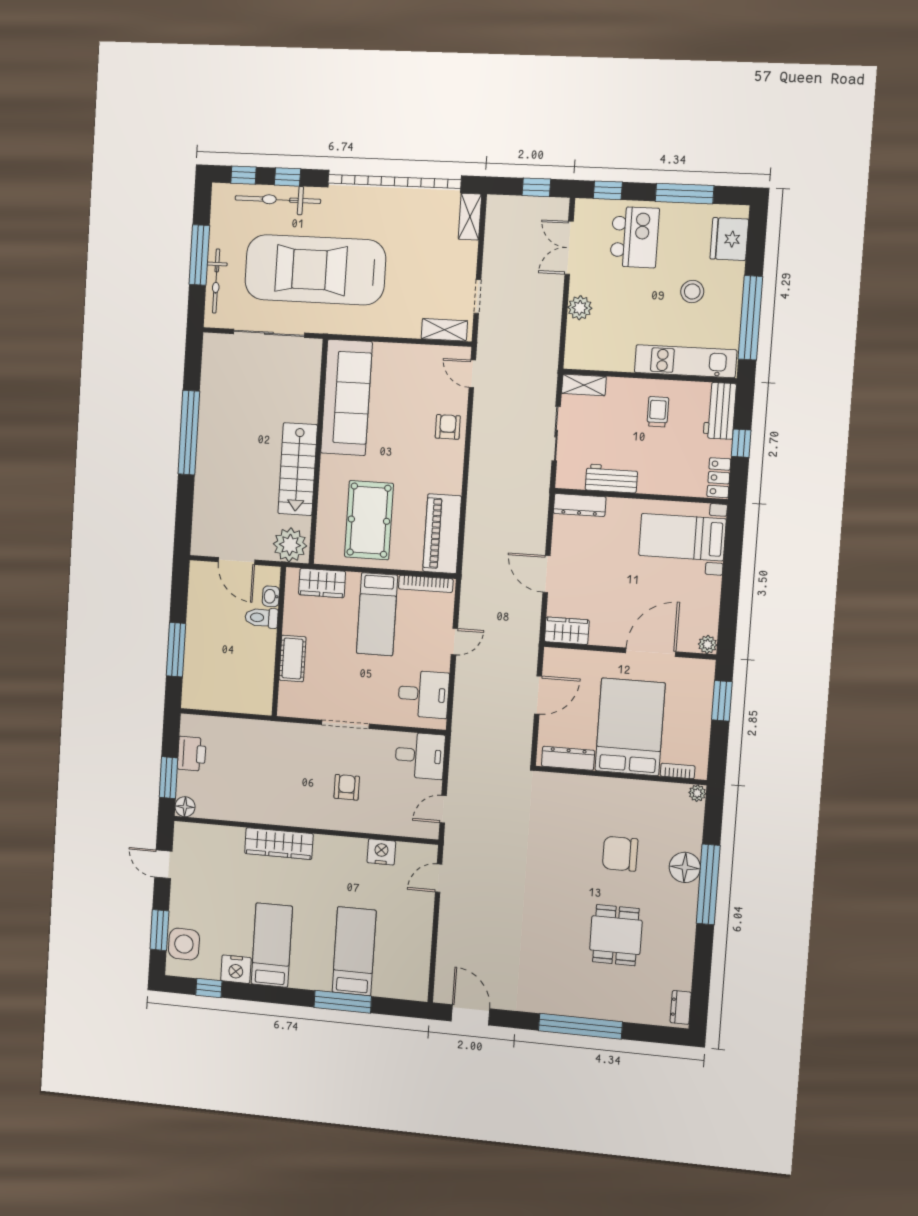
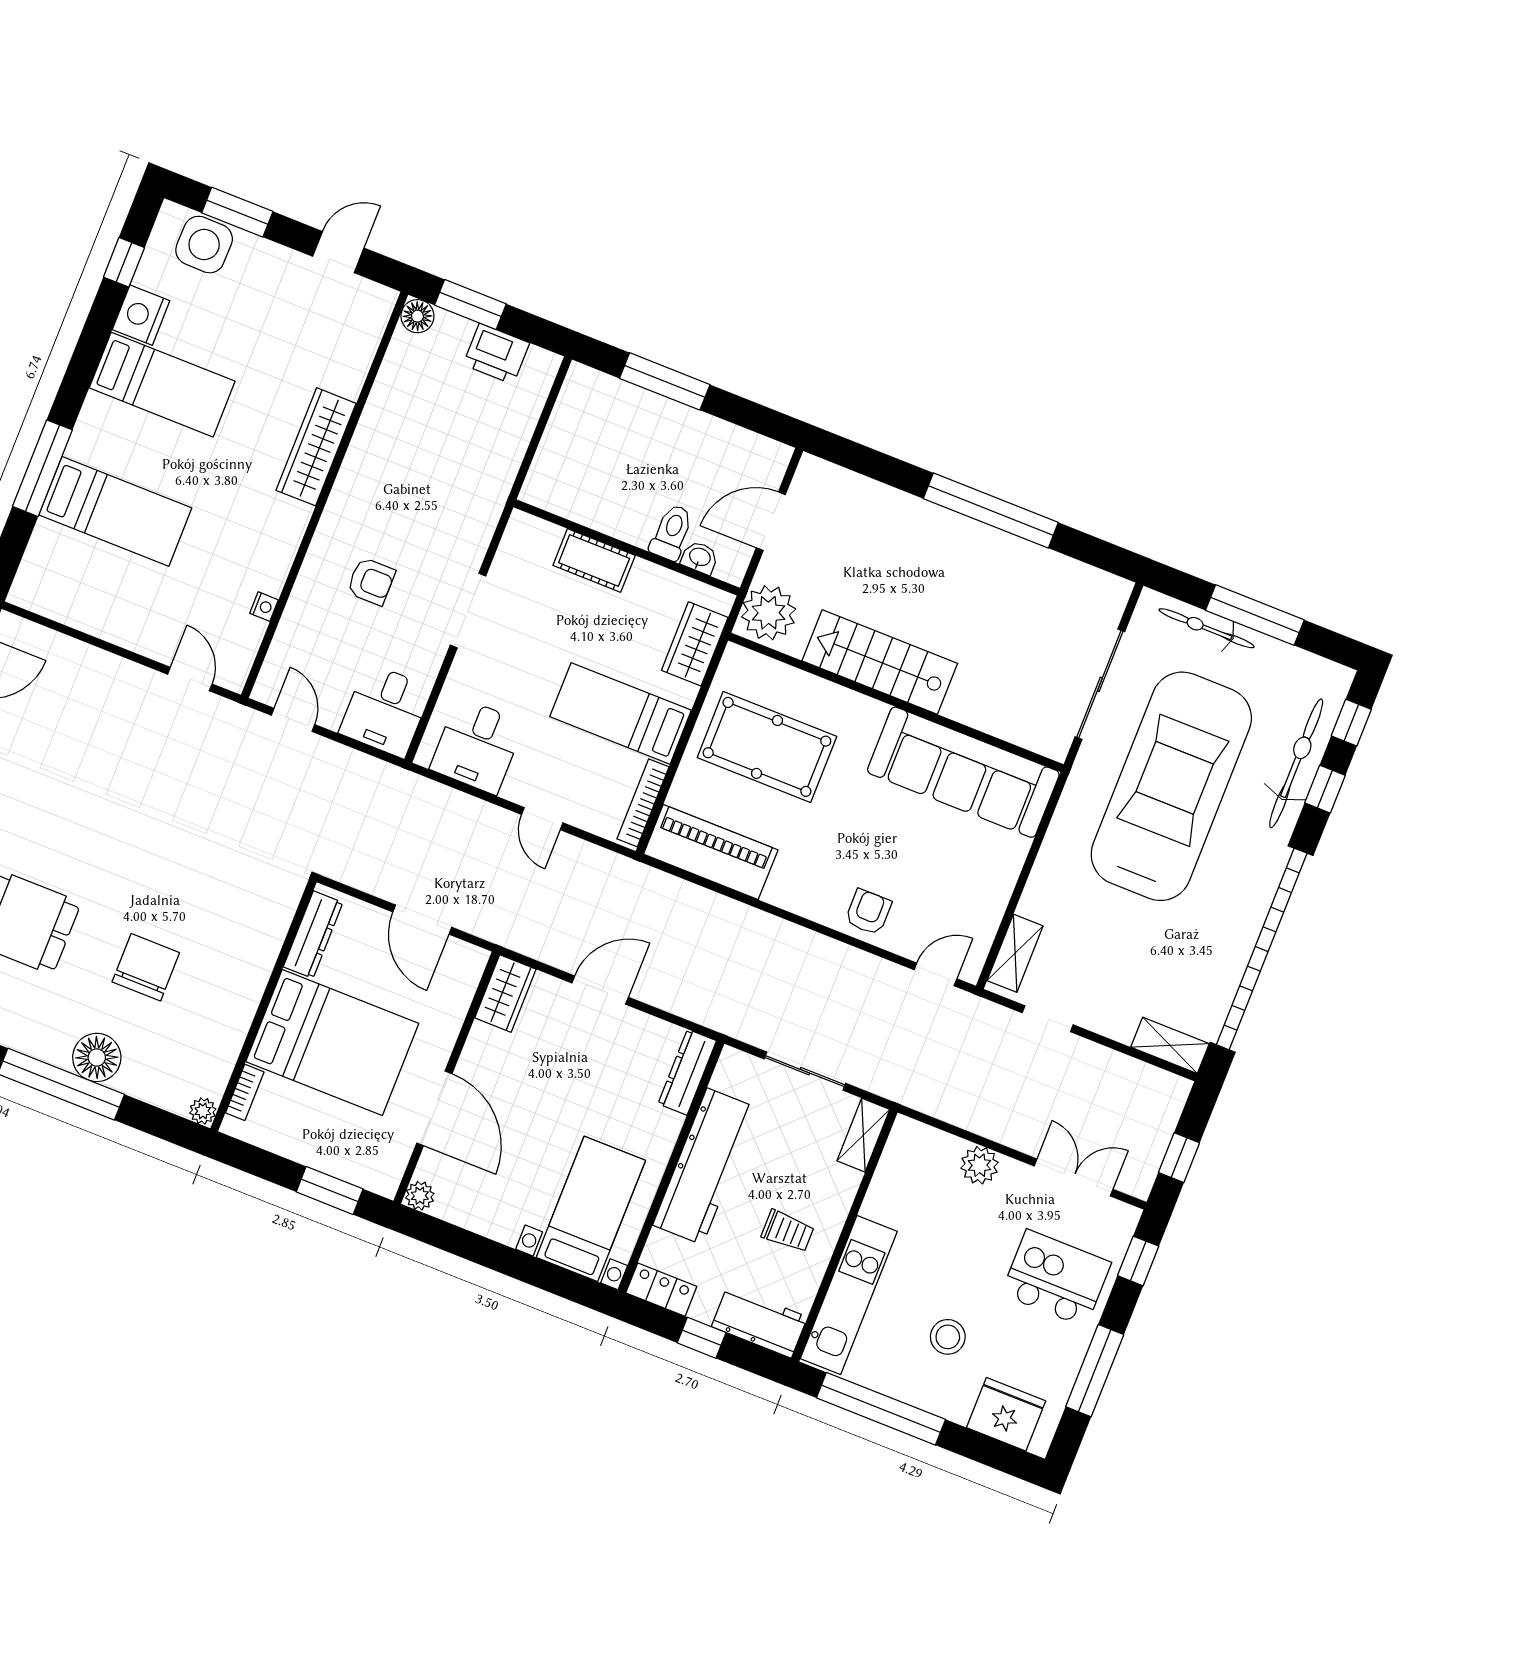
kitchen island: (635, 237) -> (1056, 1278), turned 180
armchair: (448, 427) -> (868, 912), turned -90
workbench: (611, 479) -> (705, 1166), width x1.88, depth x1.32
nightstand: (381, 852) -> (264, 607), width x0.53, depth x0.56

